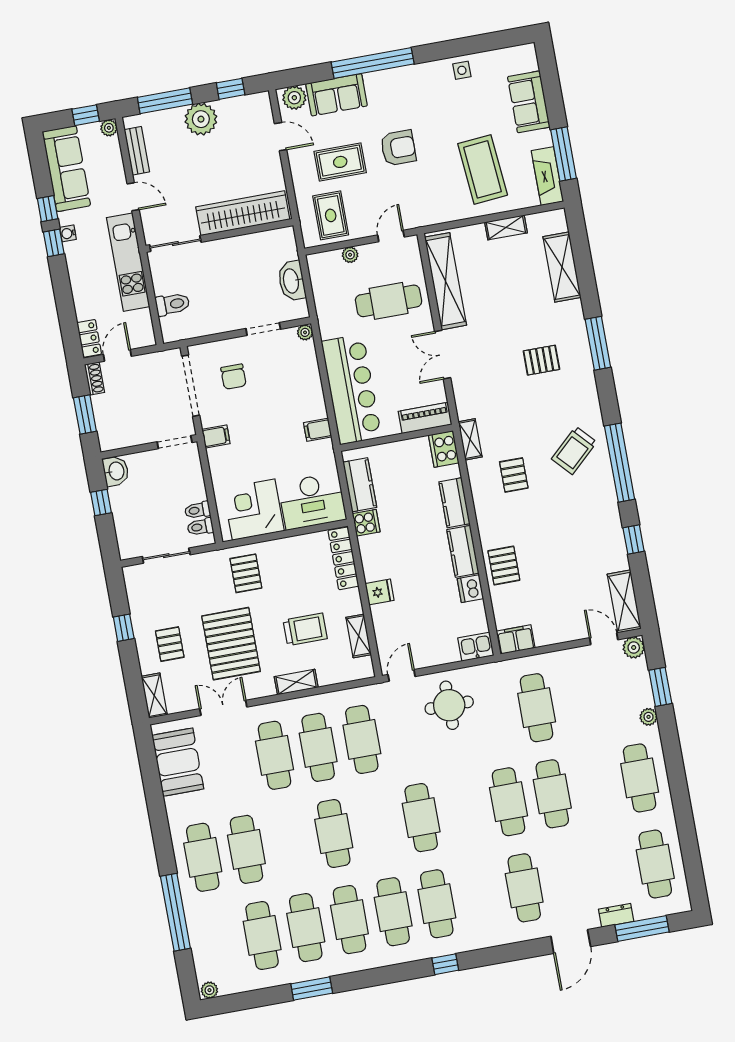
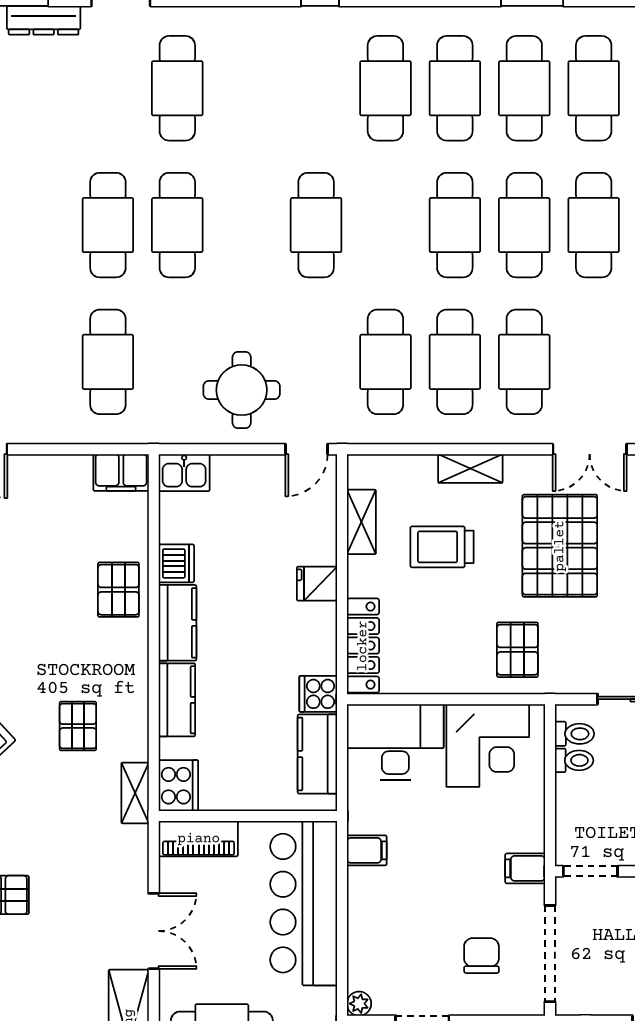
cafe table: (437, 904) -> (524, 225), moved
dresser: (616, 915) -> (44, 20), width x1.44

